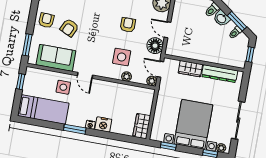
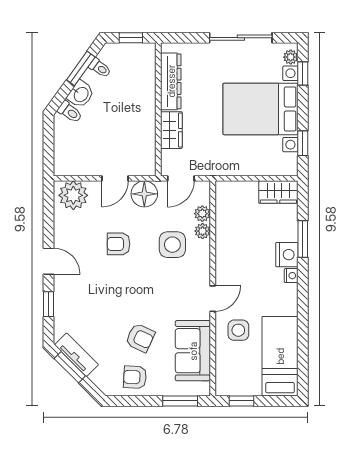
plant: (152, 81) -> (202, 214), moved
window: (75, 129) -> (303, 239), moved

